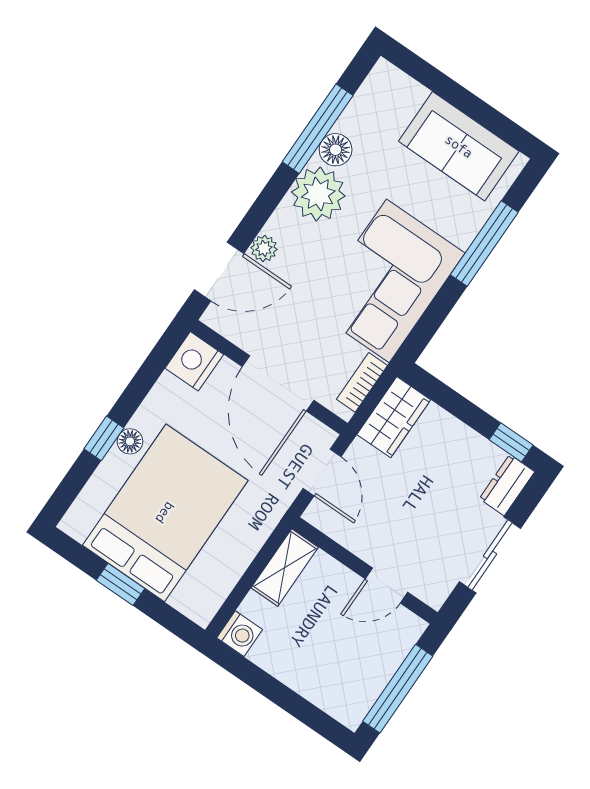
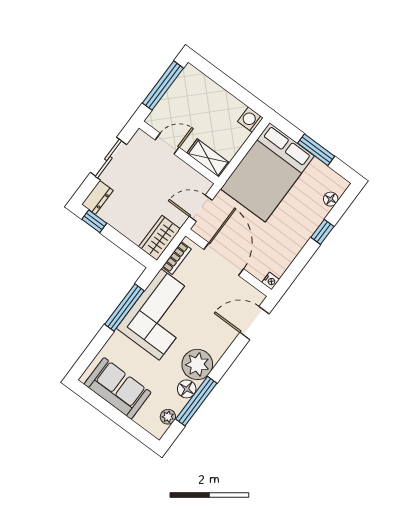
window: (484, 243) -> (124, 307), moved
plant: (264, 248) -> (168, 417), moved
nightstand: (194, 361) -> (271, 281), width x0.53, depth x0.56
floor lamp: (130, 441) -> (331, 199), moved
door: (322, 472) -> (201, 208), hinge flipped
bed: (165, 513) -> (267, 172), moved
shelving: (285, 567) -> (208, 158), moved, turned 90
window: (120, 584) -> (316, 150), width x1.50

